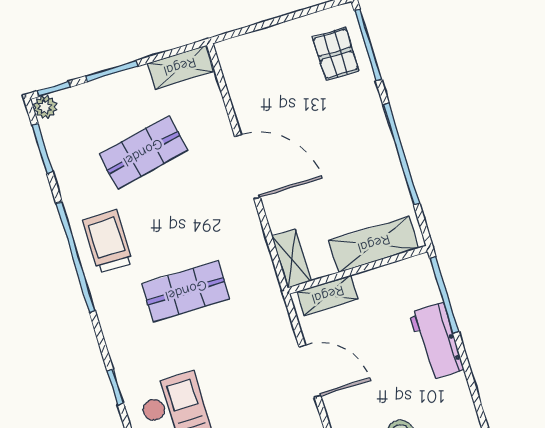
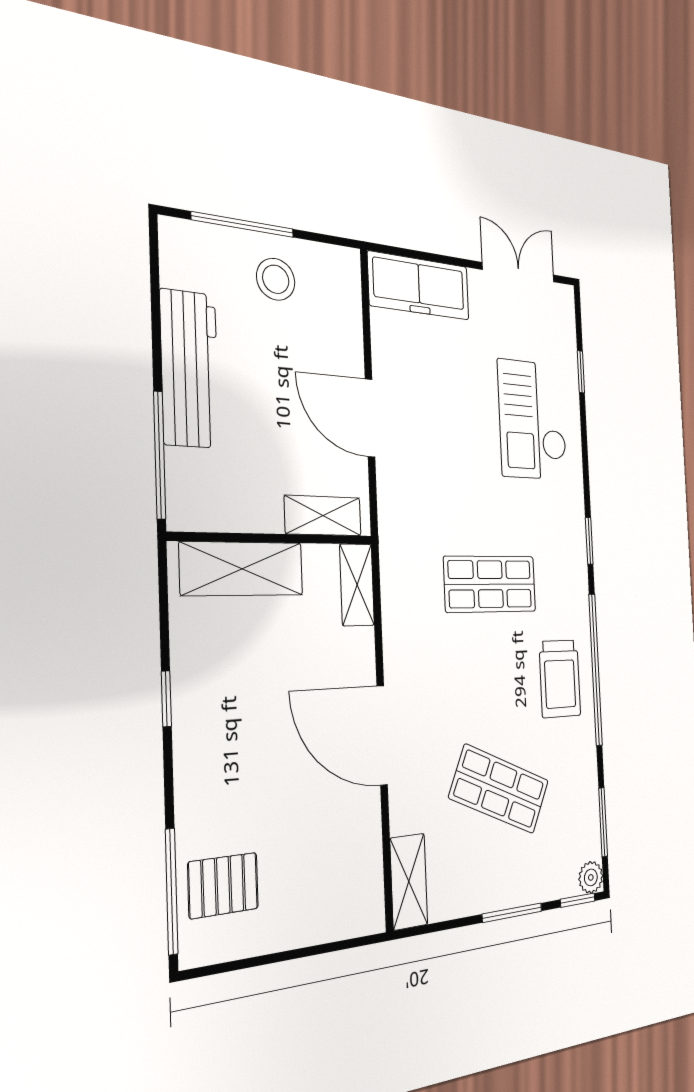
pallet: (336, 54) -> (223, 885), turned 90
shelving: (180, 67) -> (409, 881), moved, turned 90
shop shelf: (143, 153) -> (499, 789), turned 36
window: (401, 154) -> (166, 699), width x0.32
workbench: (436, 341) -> (190, 369), width x1.38
window: (115, 387) -> (589, 541), moved

